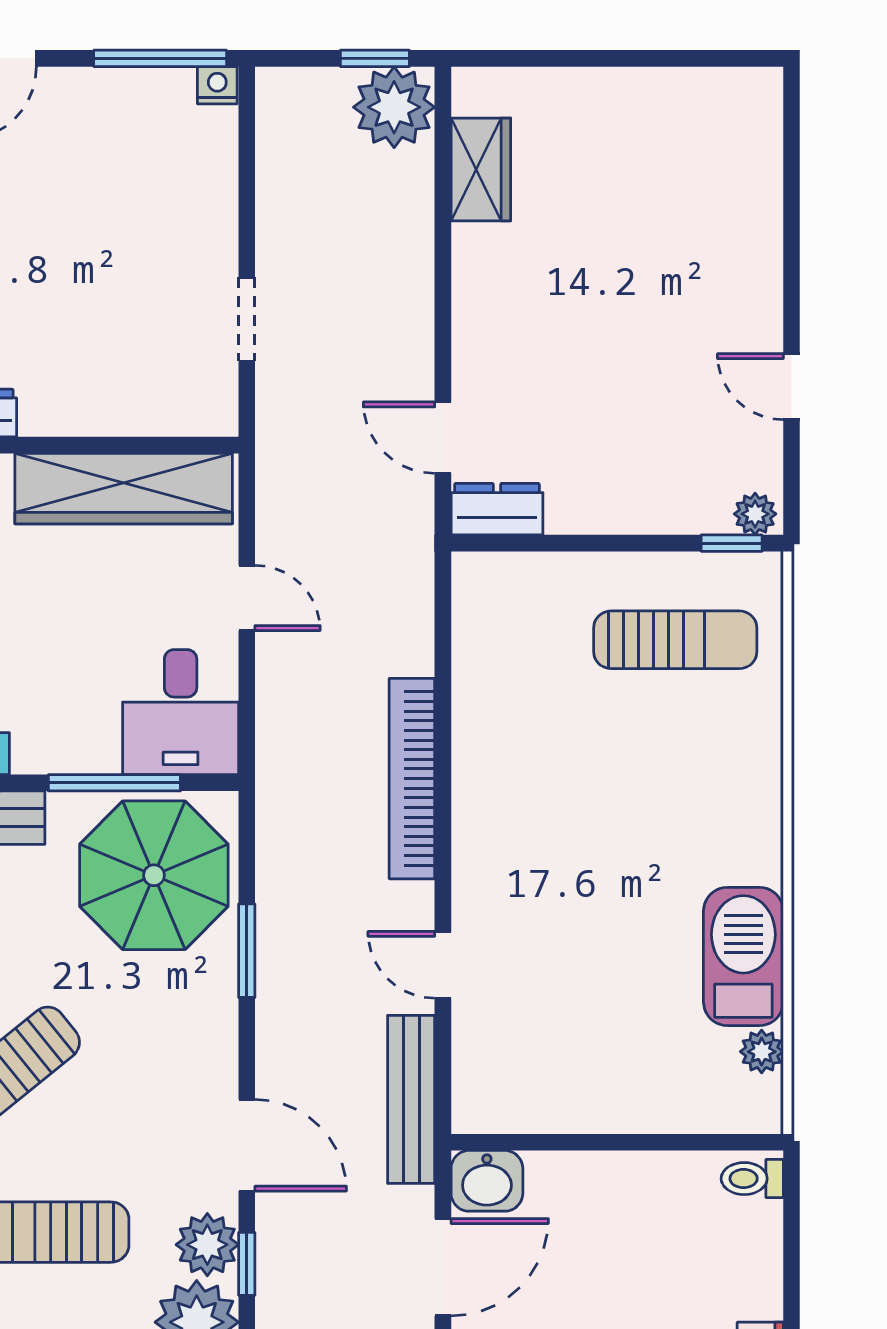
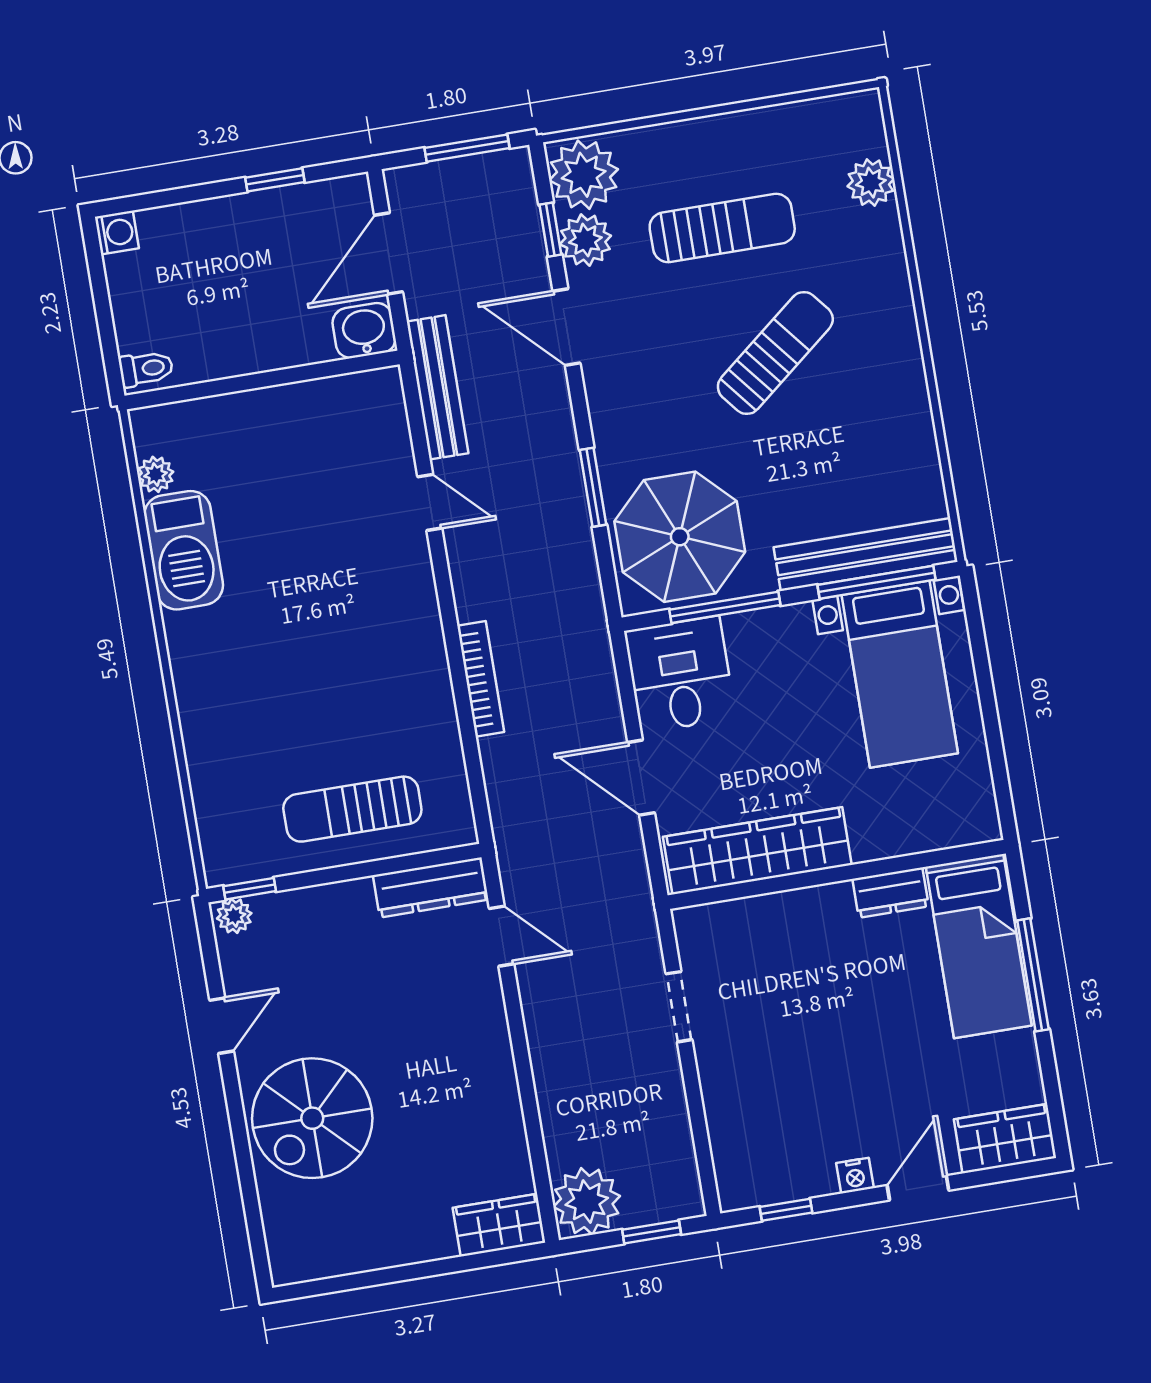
window: (160, 58) -> (786, 1210), width x0.46
window: (375, 58) -> (652, 1232), moved
nightstand: (217, 85) -> (855, 1176), moved
wardrobe: (481, 169) -> (499, 1225), moved, turned 90
spiral stairs: (702, 259) -> (312, 1118), added
door: (791, 387) -> (222, 1026), hinge flipped
dresser: (497, 509) -> (431, 887), width x1.44
door: (247, 598) -> (641, 778), width x1.38
sun lounger: (675, 640) -> (352, 809), moved
bookcase: (412, 779) -> (481, 679), width x0.68, depth x0.76

